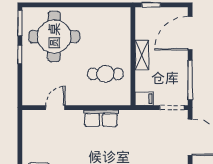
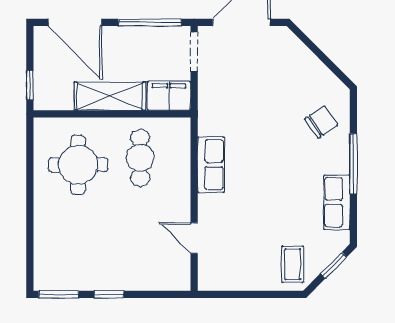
round table: (54, 36) -> (78, 165), moved, width x0.73, depth x0.73
shelving: (142, 55) -> (110, 96), width x1.50, depth x1.33
filing cabinet: (144, 99) -> (169, 96), width x2.00

